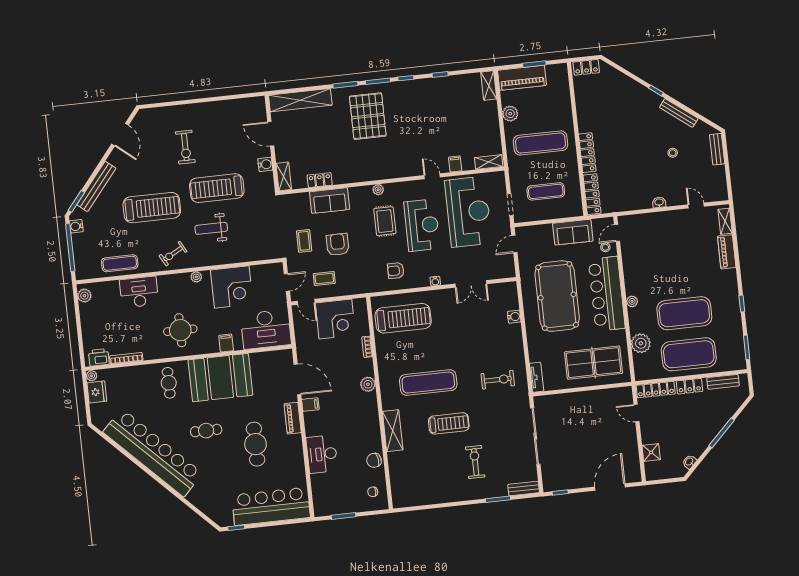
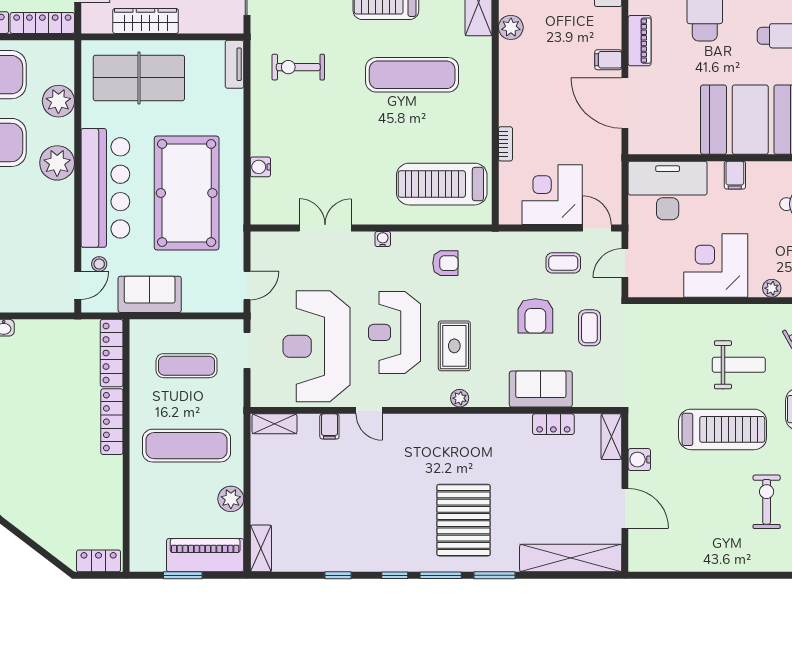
plant: (632, 301) -> (57, 163), width x1.87, depth x1.87
plant: (368, 384) -> (511, 27), moved
wardrobe: (593, 398) -> (146, 21), added

